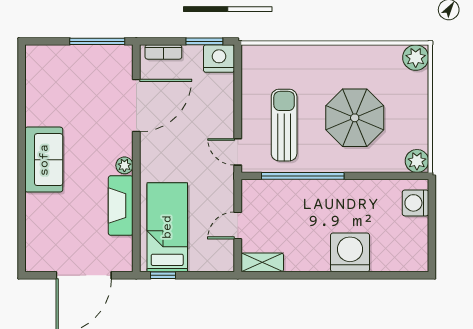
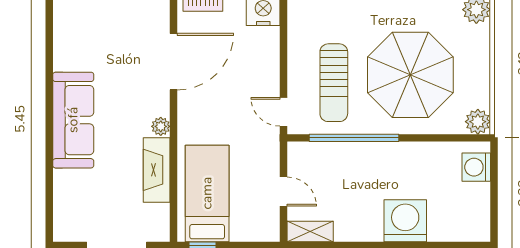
parasol: (355, 118) -> (410, 75), width x1.36, depth x1.36
sun lounger: (284, 125) -> (334, 83), turned 180
sofa: (44, 160) -> (73, 120), width x1.36
door: (238, 225) -> (284, 192), swing flipped

